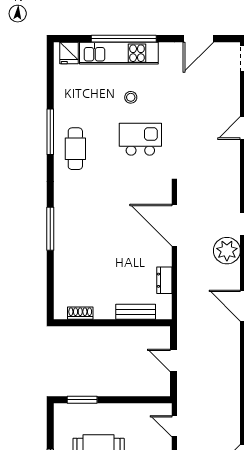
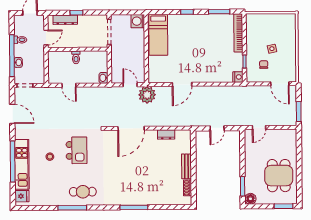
kitchen island: (140, 139) -> (76, 150), turned 180
bench: (136, 312) -> (186, 166), moved
floor lamp: (62, 412) -> (250, 199), added

